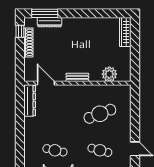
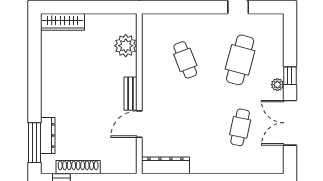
door: (46, 83) -> (139, 124), moved
cafe table: (100, 114) -> (185, 60), width x0.73, depth x0.74
cafe table: (100, 150) -> (240, 60), width x1.37, depth x1.35

